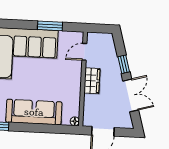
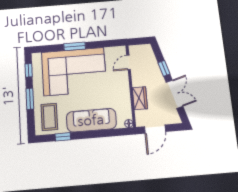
window: (50, 26) -> (75, 46), moved
wardrobe: (92, 81) -> (140, 98), moved

